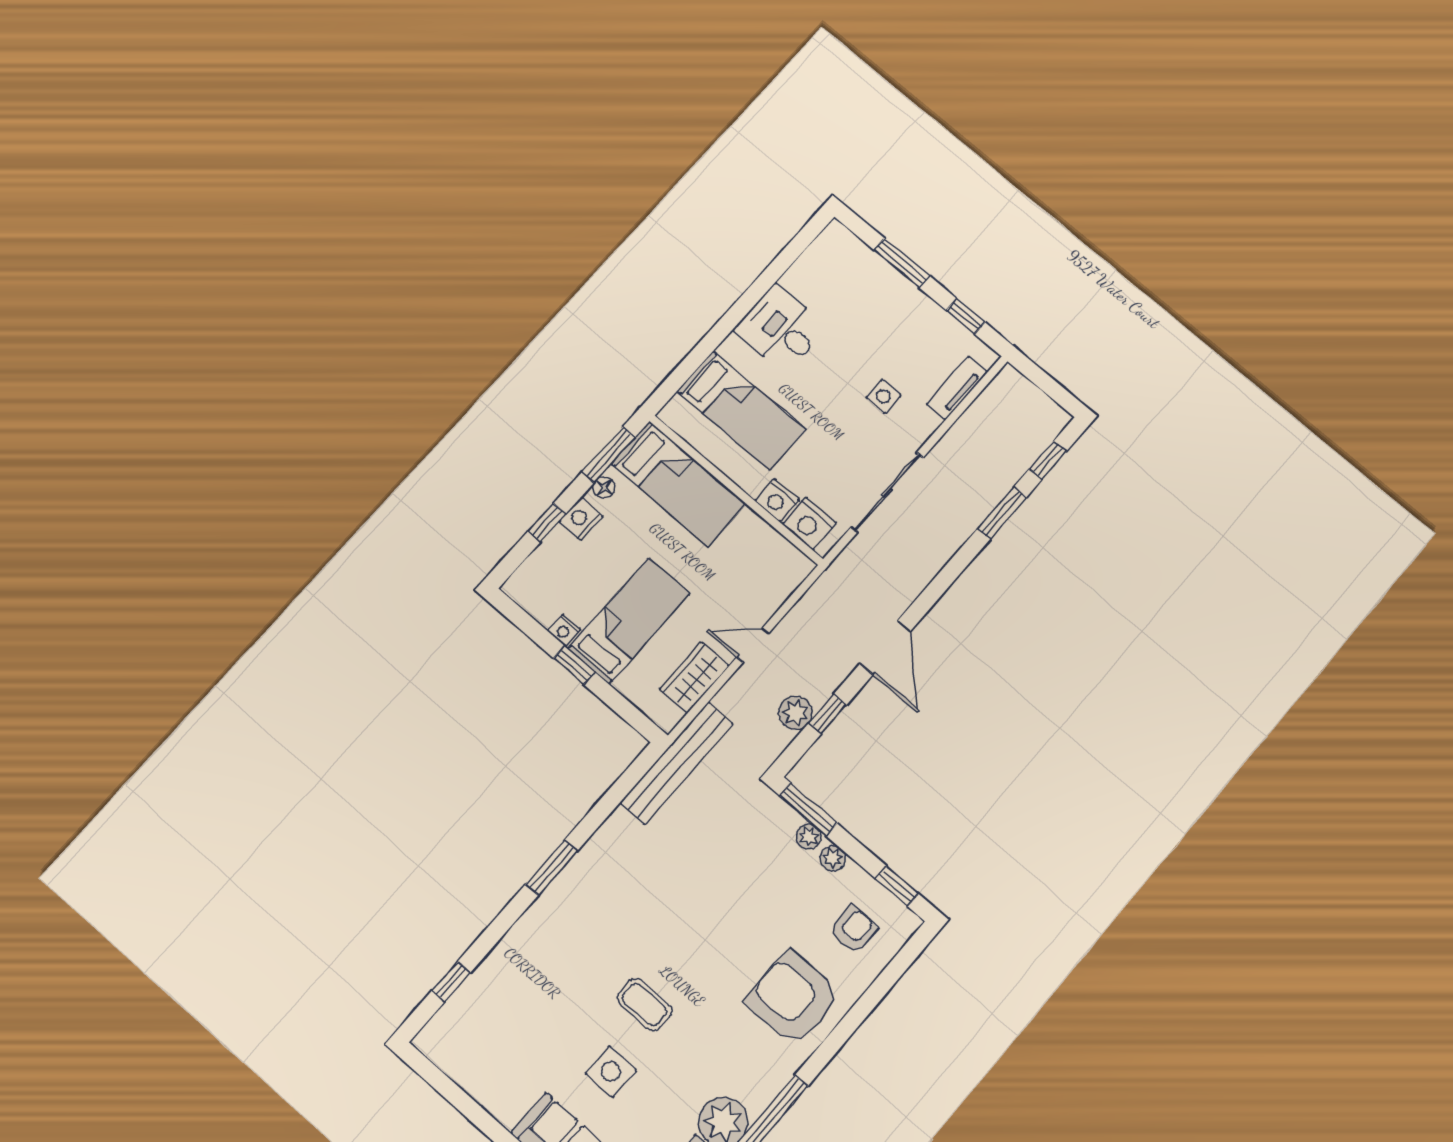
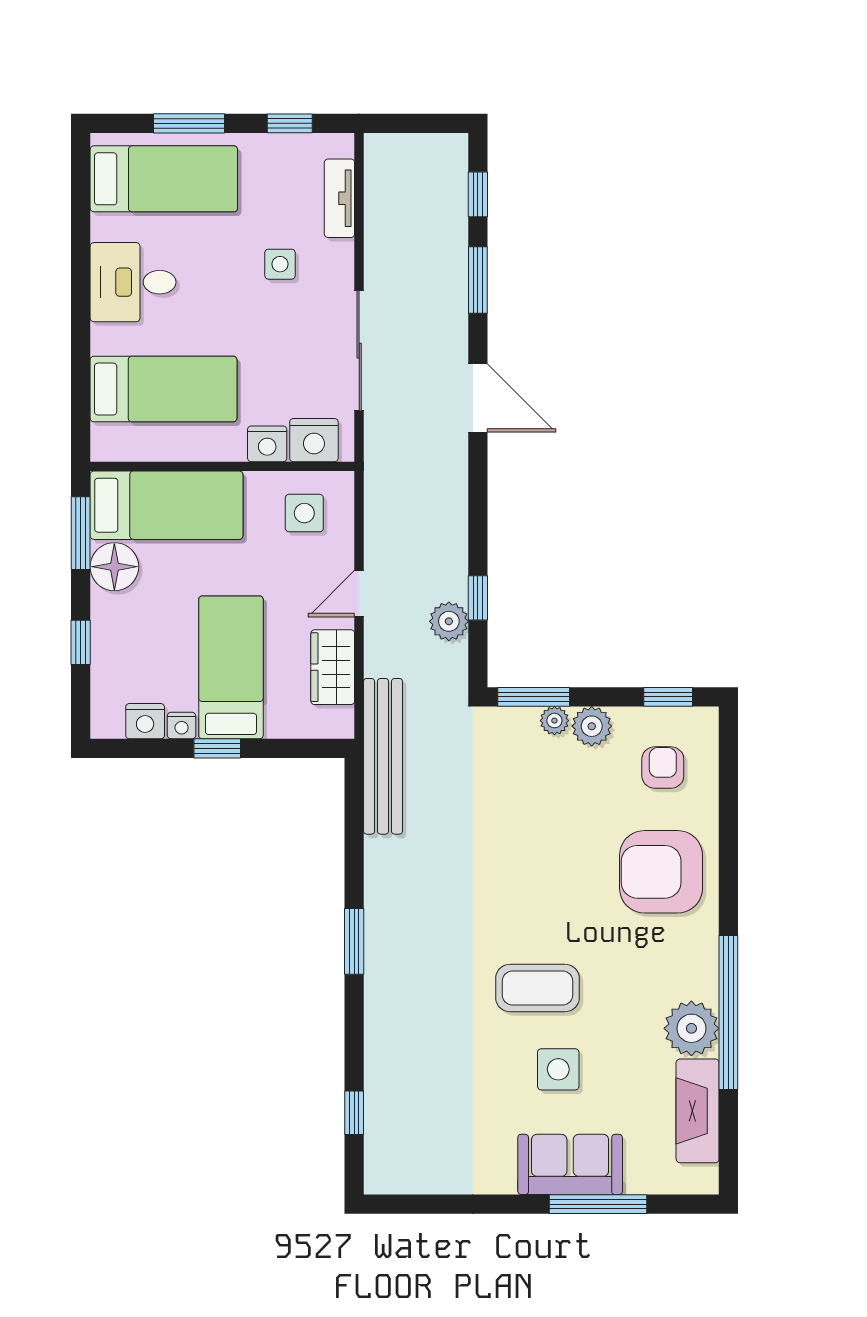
bed: (856, 283) -> (164, 179), added
floor lamp: (604, 487) -> (114, 567), width x1.89, depth x1.89
nightstand: (581, 519) -> (145, 721), moved, turned -90
side table: (762, 564) -> (304, 513), added
door: (885, 648) -> (478, 398), moved
plant: (833, 858) -> (592, 726), width x1.38, depth x1.38
coffee table: (645, 1005) -> (537, 988), width x1.36, depth x1.30

